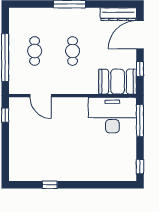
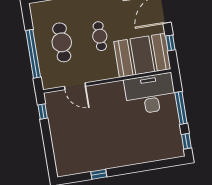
cafe table: (35, 51) -> (62, 42), width x1.37, depth x1.35
booth: (118, 82) -> (142, 55), width x1.36, depth x1.42
window: (140, 120) -> (181, 108), moved

